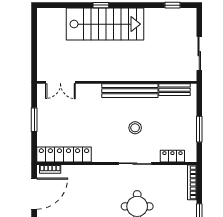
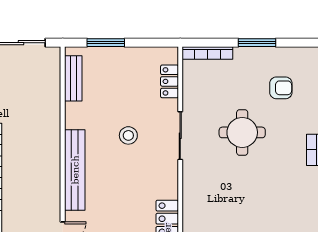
bench: (130, 91) -> (75, 170), moved
window: (199, 129) -> (106, 43), moved

